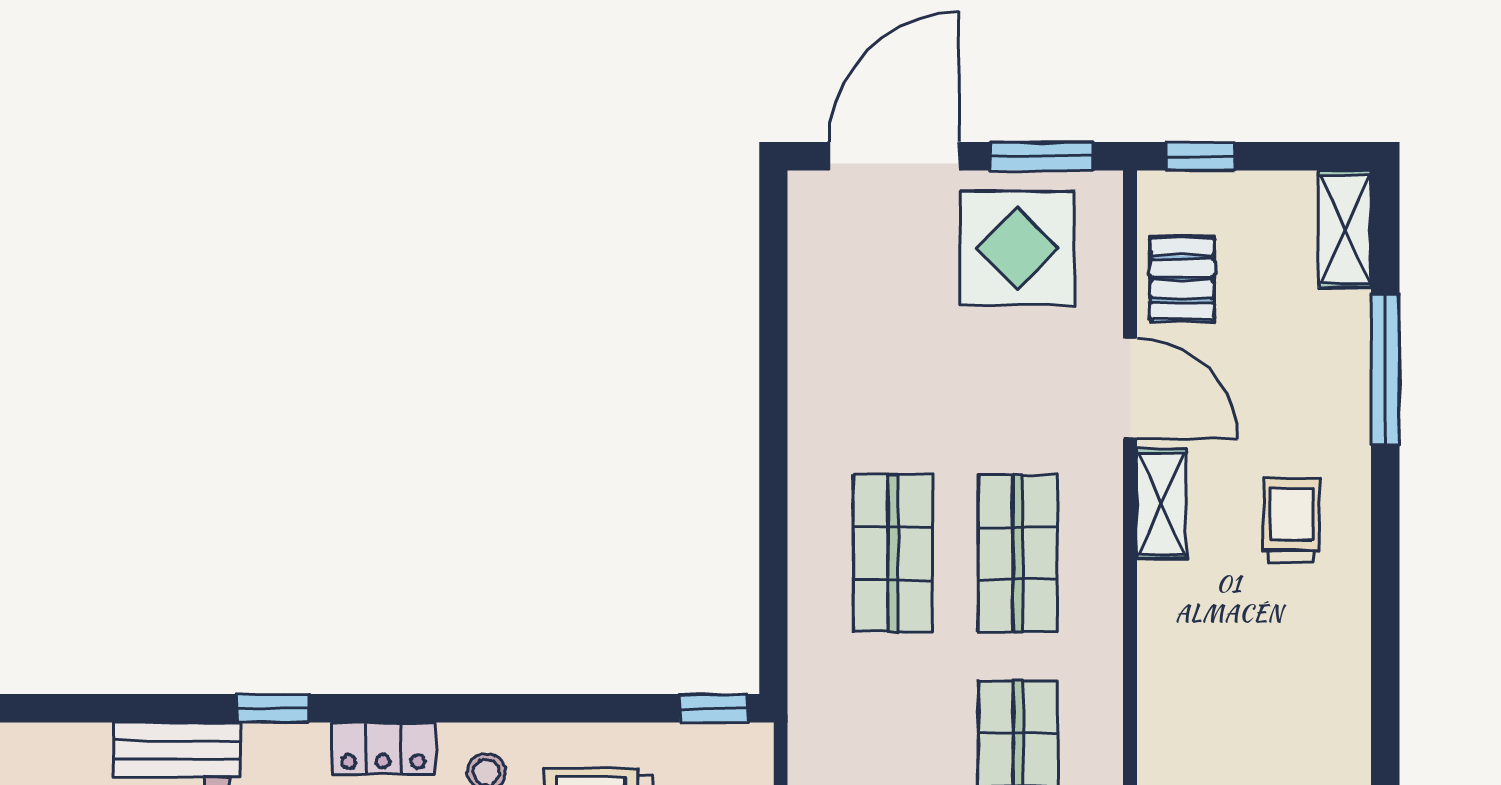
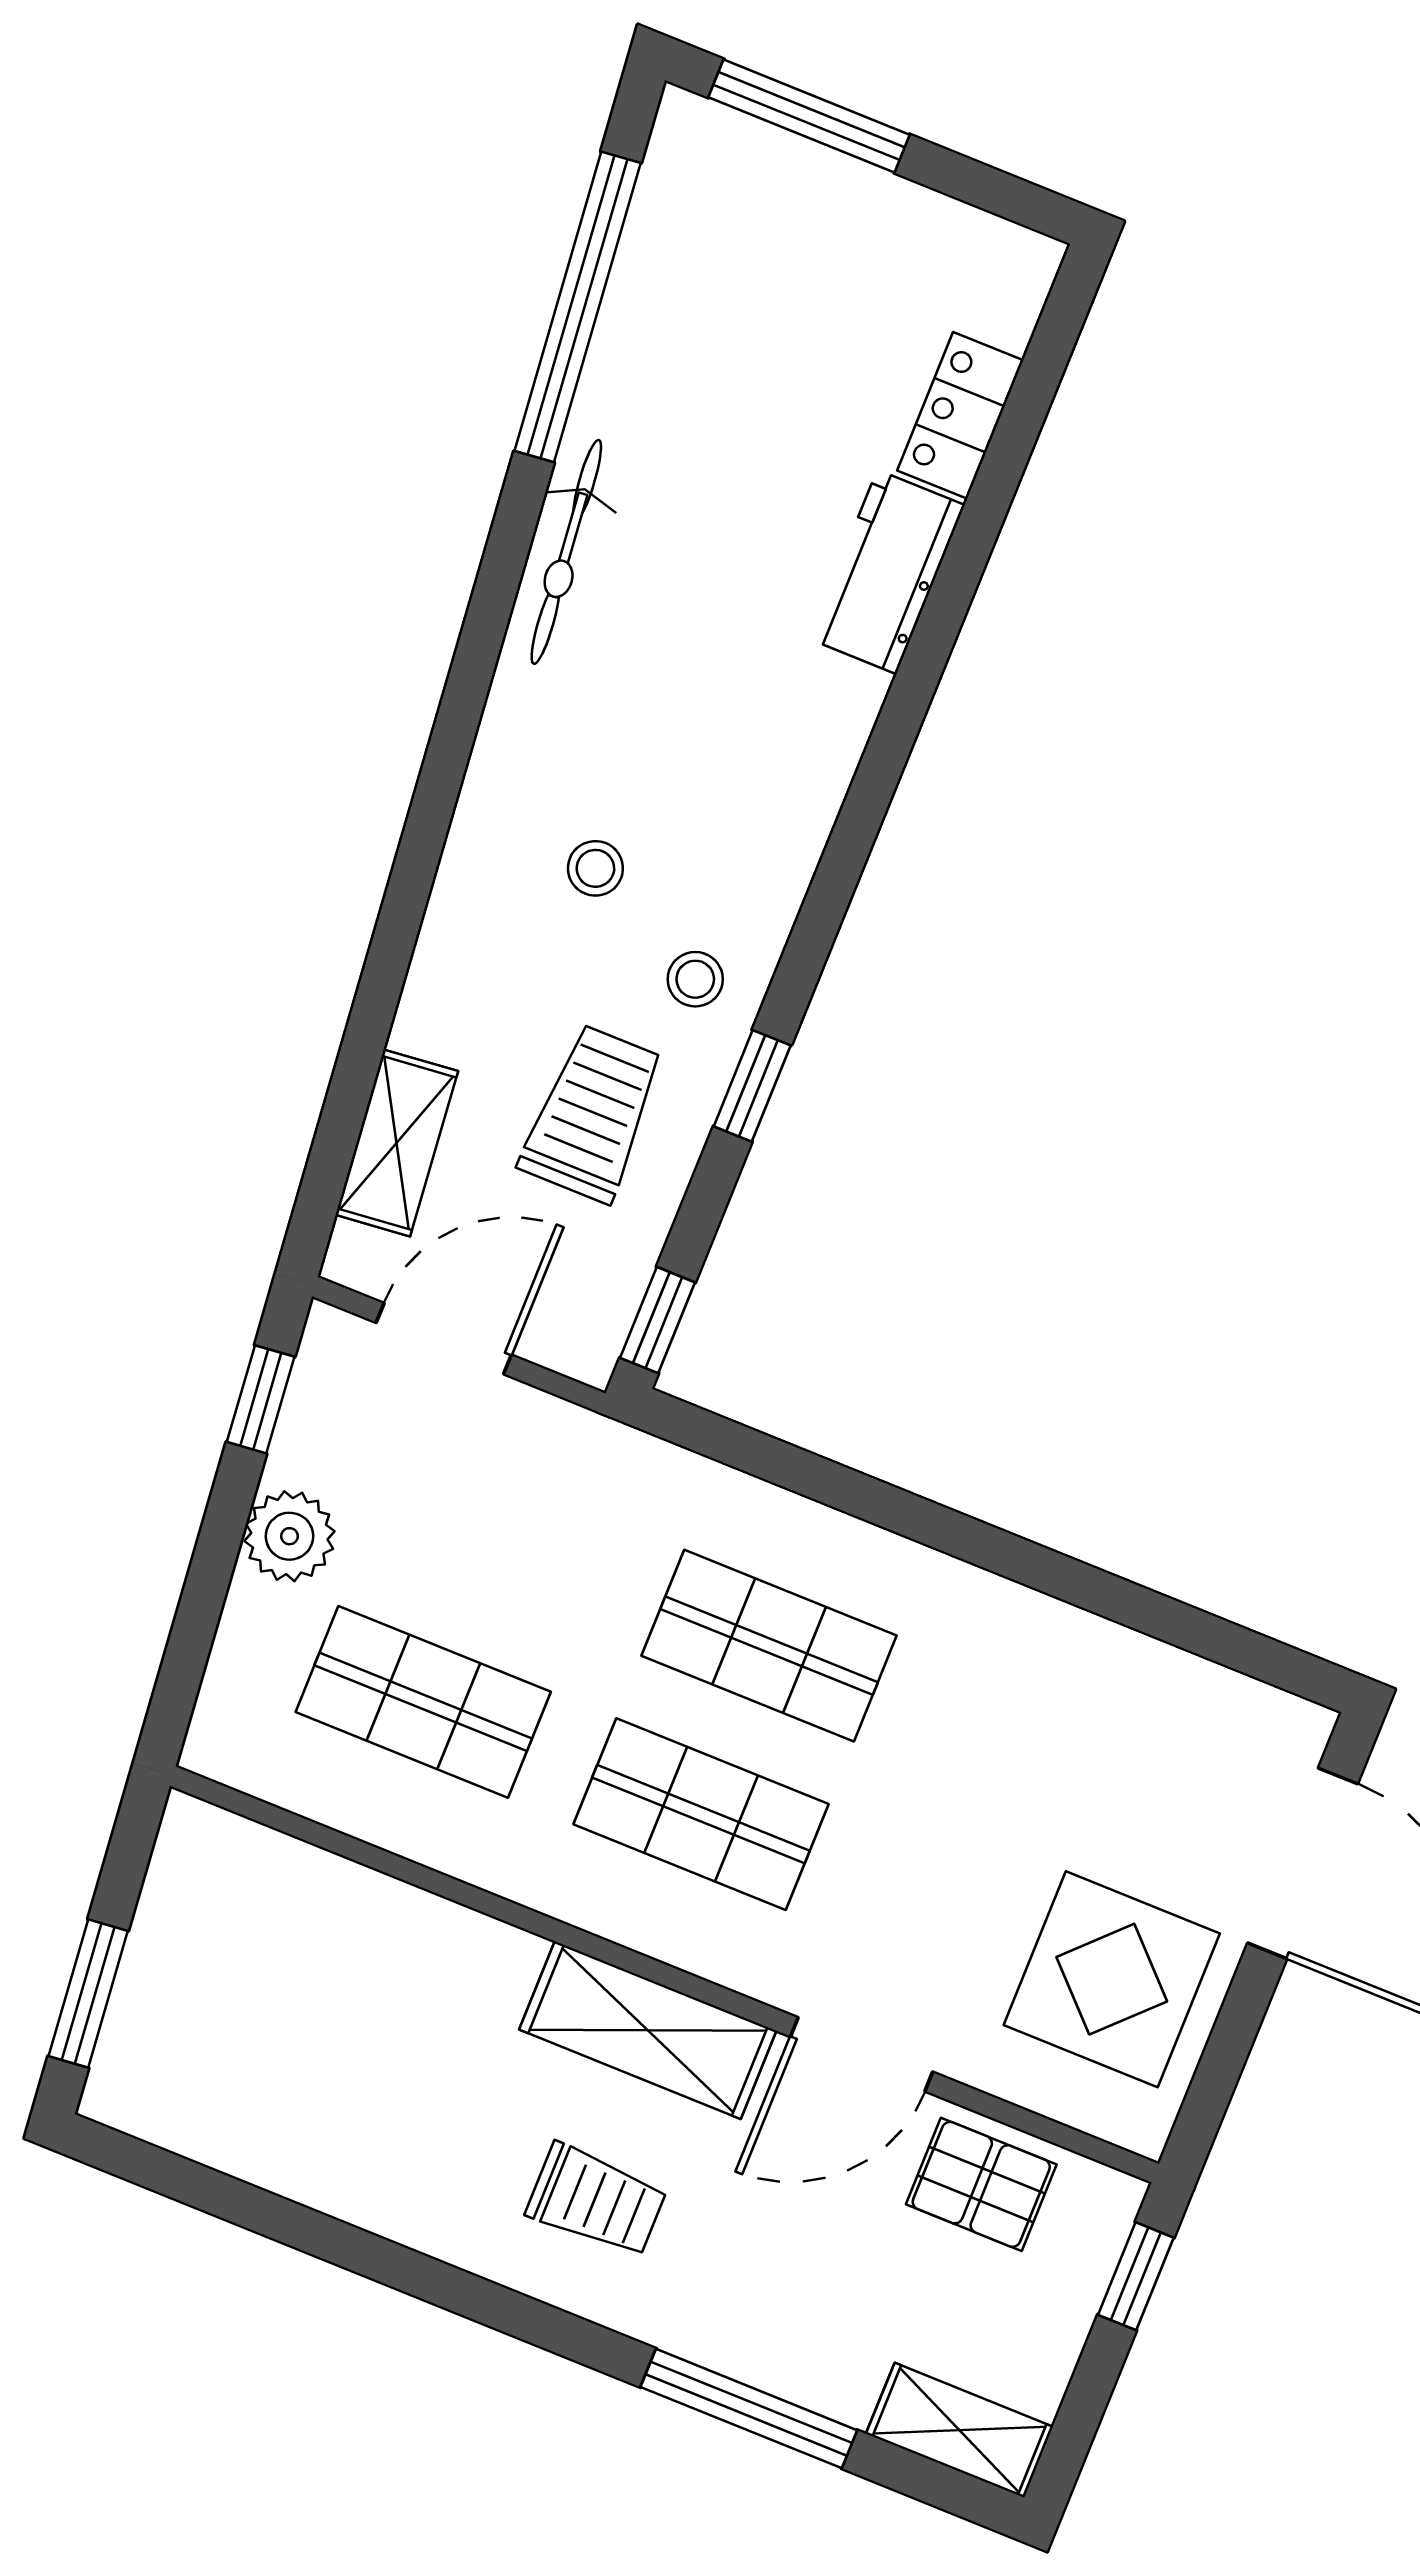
window: (1042, 156) -> (1222, 2062), removed
shelving: (1161, 504) -> (648, 2030), width x1.50, depth x1.33
window: (273, 708) -> (752, 1086), moved
locker: (383, 748) -> (960, 415), moved

